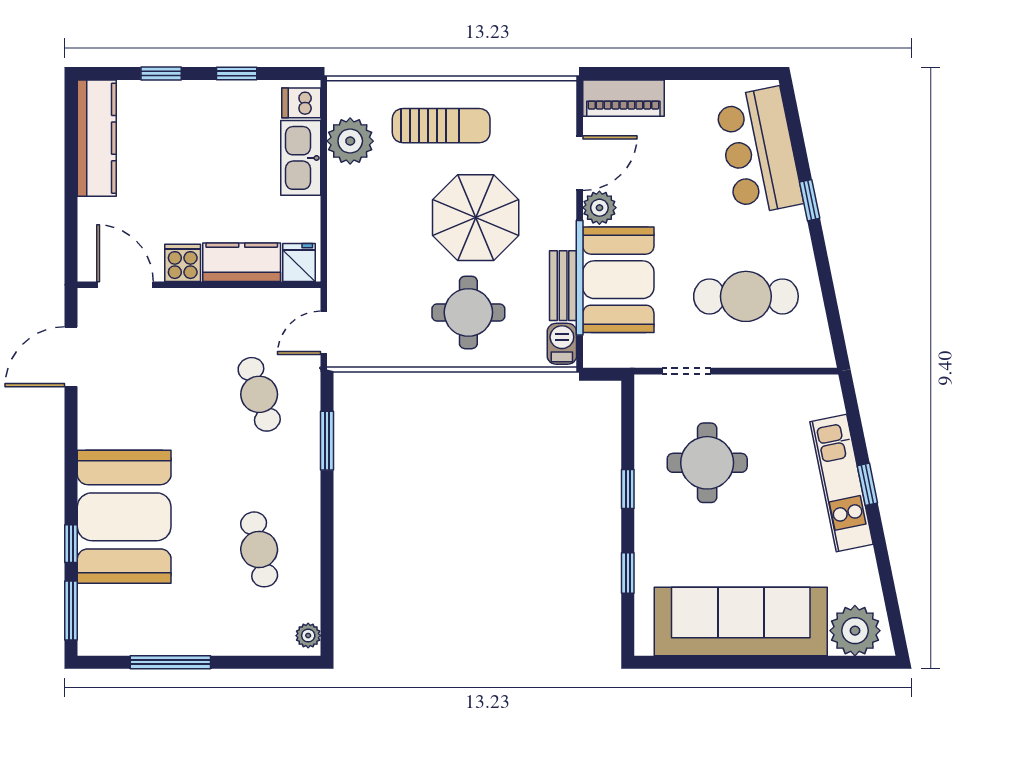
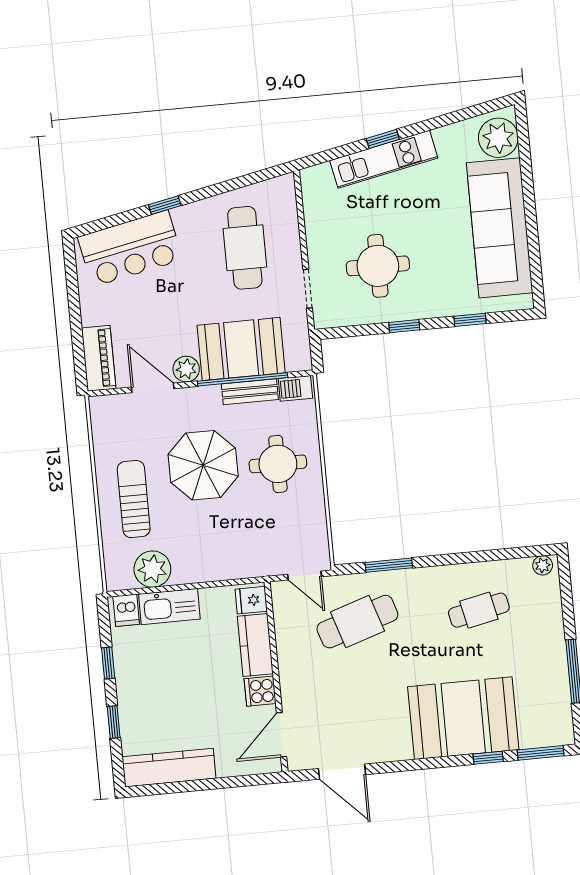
cafe table: (259, 394) -> (357, 622), width x1.37, depth x1.35

